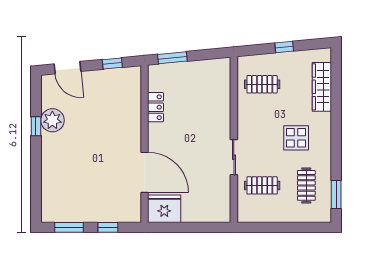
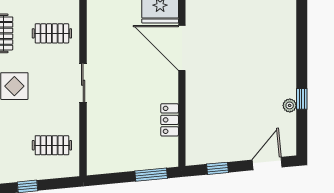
door: (67, 68) -> (267, 164), hinge flipped
plant: (52, 120) -> (290, 105), width x0.53, depth x0.53
sliding door: (234, 157) -> (83, 83), moved

